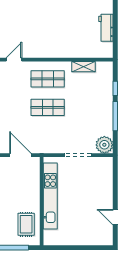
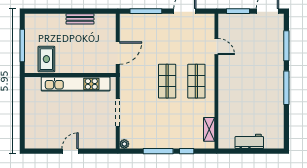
shelving: (83, 67) -> (209, 129), moved
plant: (104, 145) -> (124, 144), width x0.53, depth x0.53
door: (115, 217) -> (70, 151), moved
rug: (26, 224) -> (46, 59), turned 90

